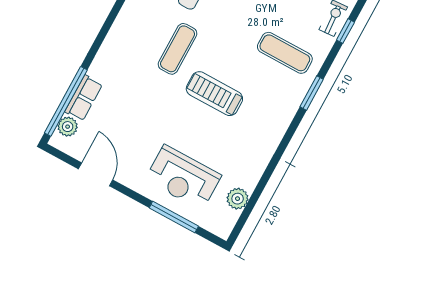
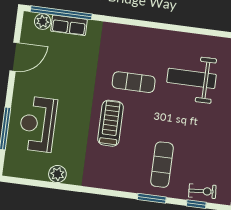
window: (312, 93) -> (152, 198), moved
plant: (238, 199) -> (57, 174), moved

